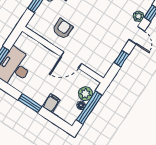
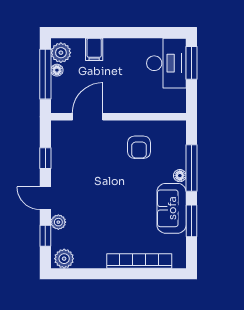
door: (71, 60) -> (88, 117), moved
plant: (85, 94) -> (61, 53), moved
window: (30, 103) -> (120, 33), removed

